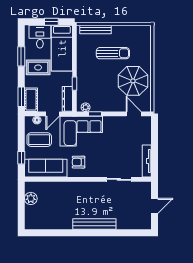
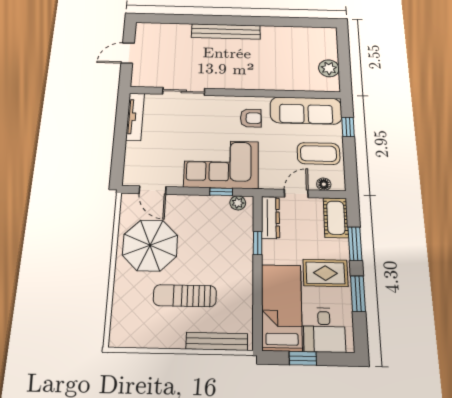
window: (21, 97) -> (355, 244), moved
corner sofa: (81, 131) -> (221, 164), moved

